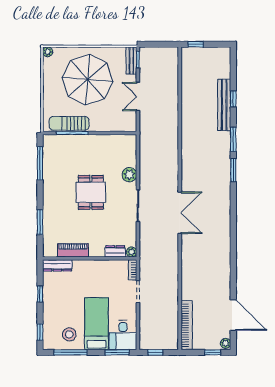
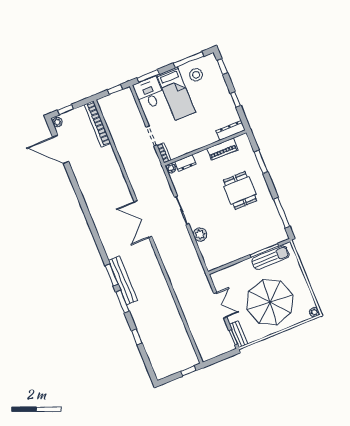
bench: (224, 105) -> (123, 280), moved
dining table: (91, 192) -> (240, 190), moved

